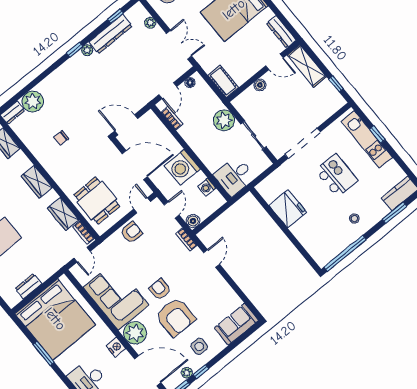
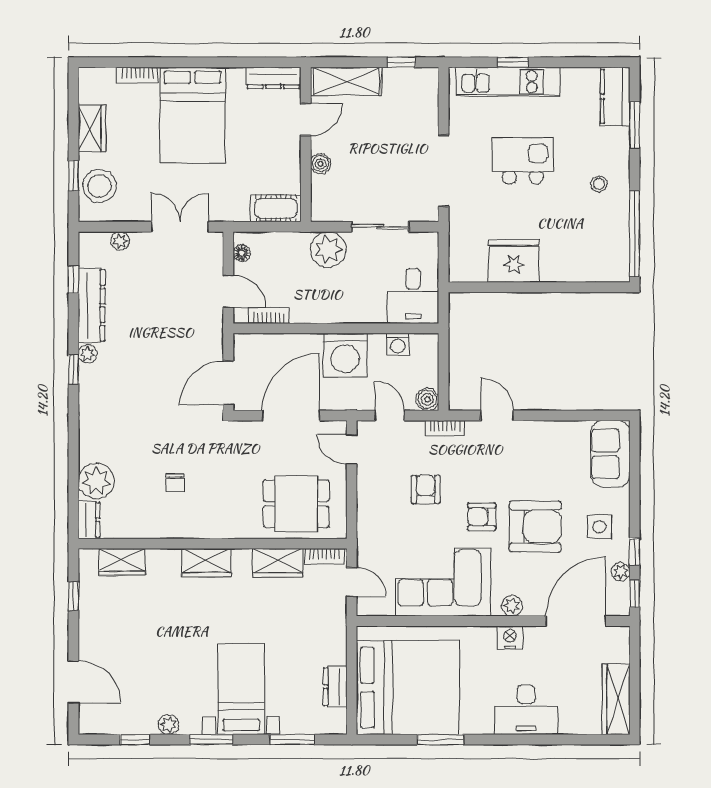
armchair: (131, 232) -> (426, 489), moved
plant: (135, 333) -> (512, 606), width x0.53, depth x0.53

